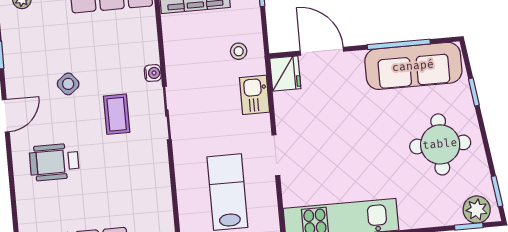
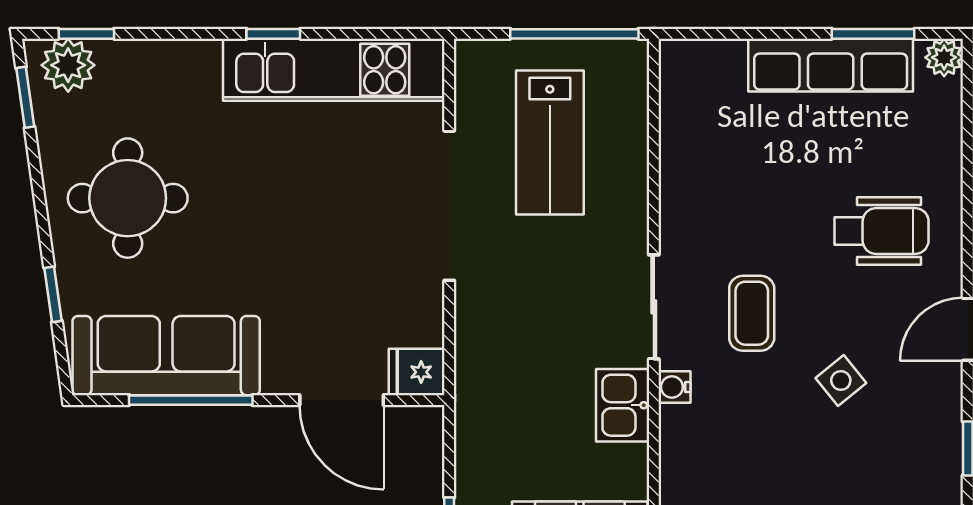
stool: (239, 51) -> (504, 414), removed
fridge: (285, 73) -> (417, 372), width x0.72
kitchen sink: (254, 95) -> (623, 405), moved, turned 180
doorway: (276, 155) -> (449, 206), width x1.88

